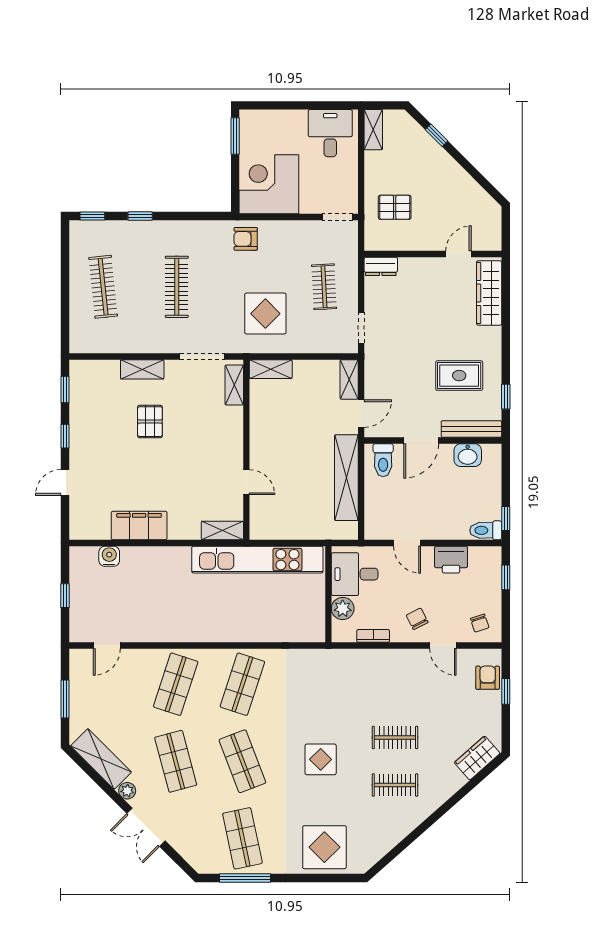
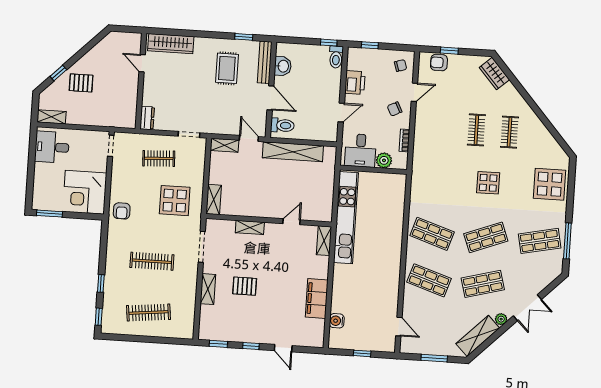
pallet: (395, 207) -> (81, 83), moved, turned 90
shelving: (234, 385) -> (250, 227), moved

